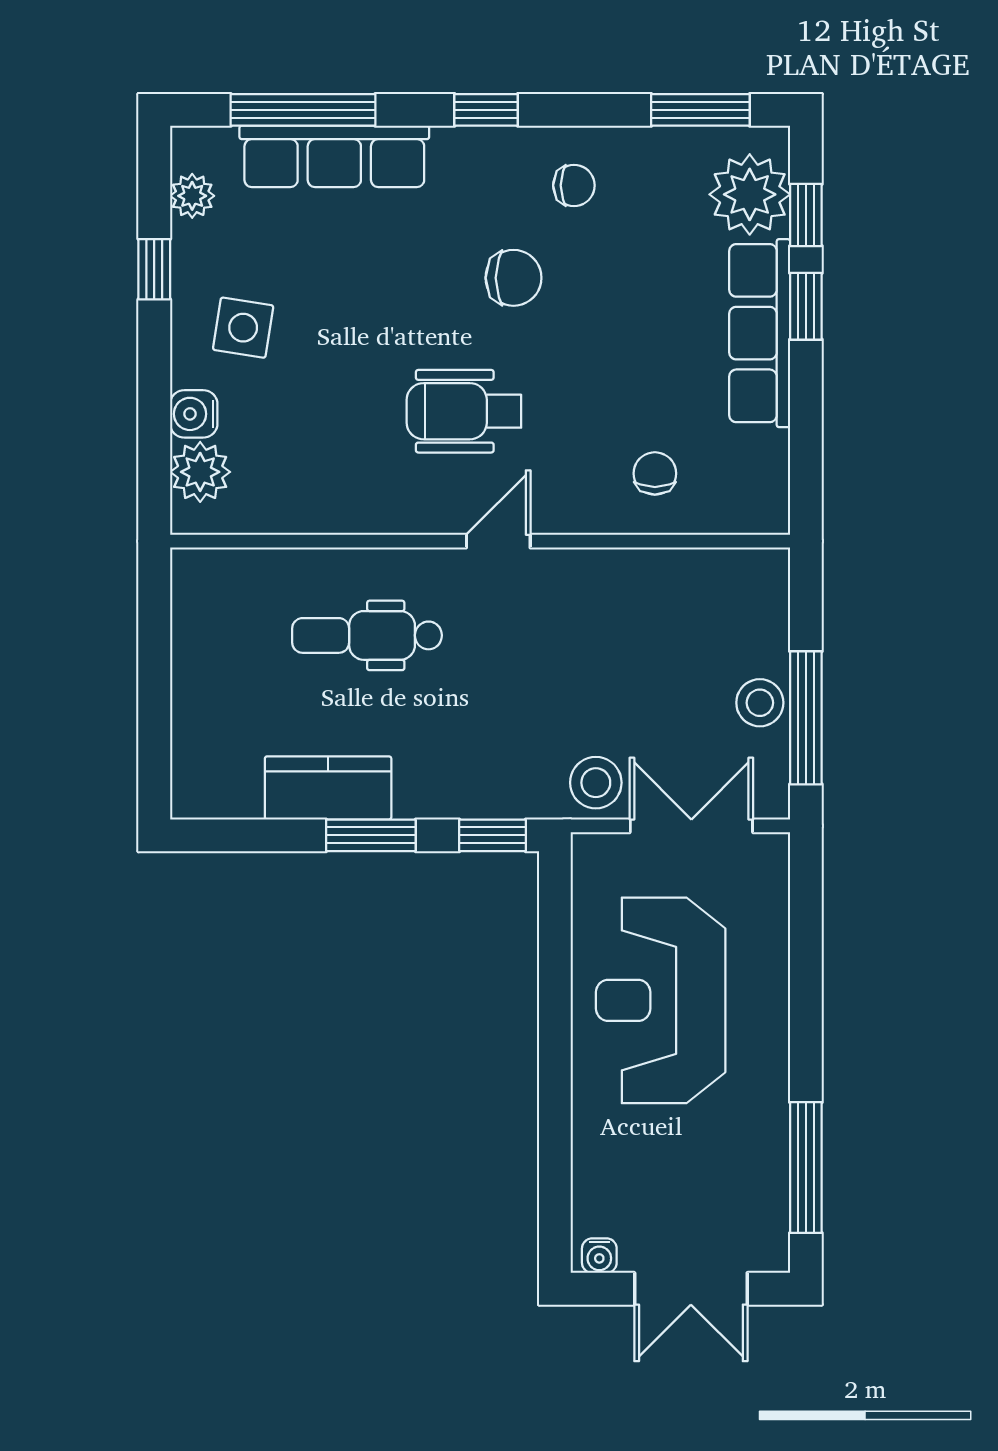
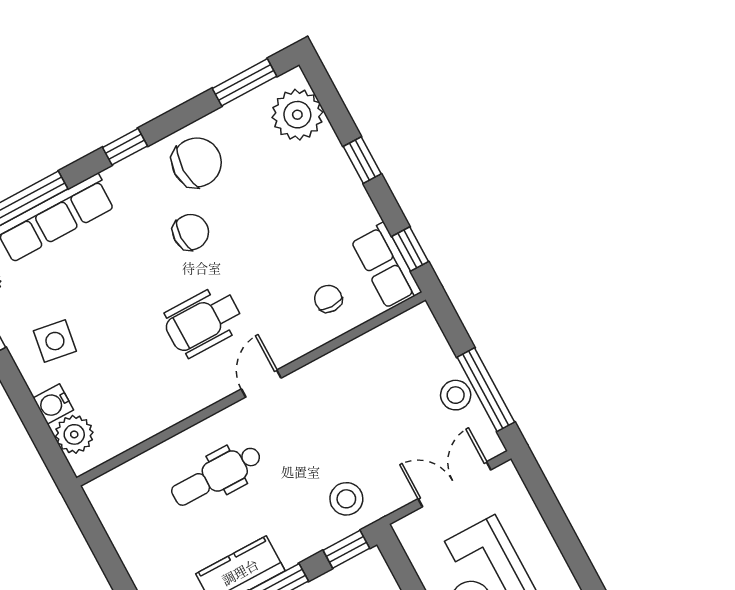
chair: (574, 185) -> (197, 162), width x1.87, depth x1.87
window: (806, 215) -> (410, 249), moved
row of seats: (760, 333) -> (386, 266), moved, width x0.68
stool: (596, 783) -> (346, 499), moved

